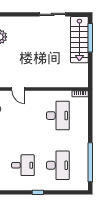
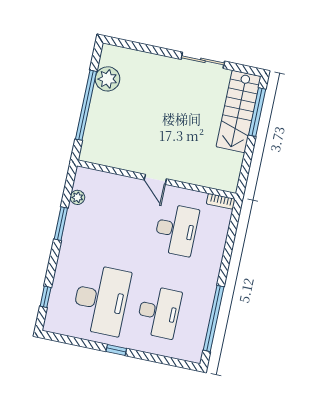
door: (18, 89) -> (155, 179), moved
desk: (23, 165) -> (101, 300), width x1.87, depth x1.30

